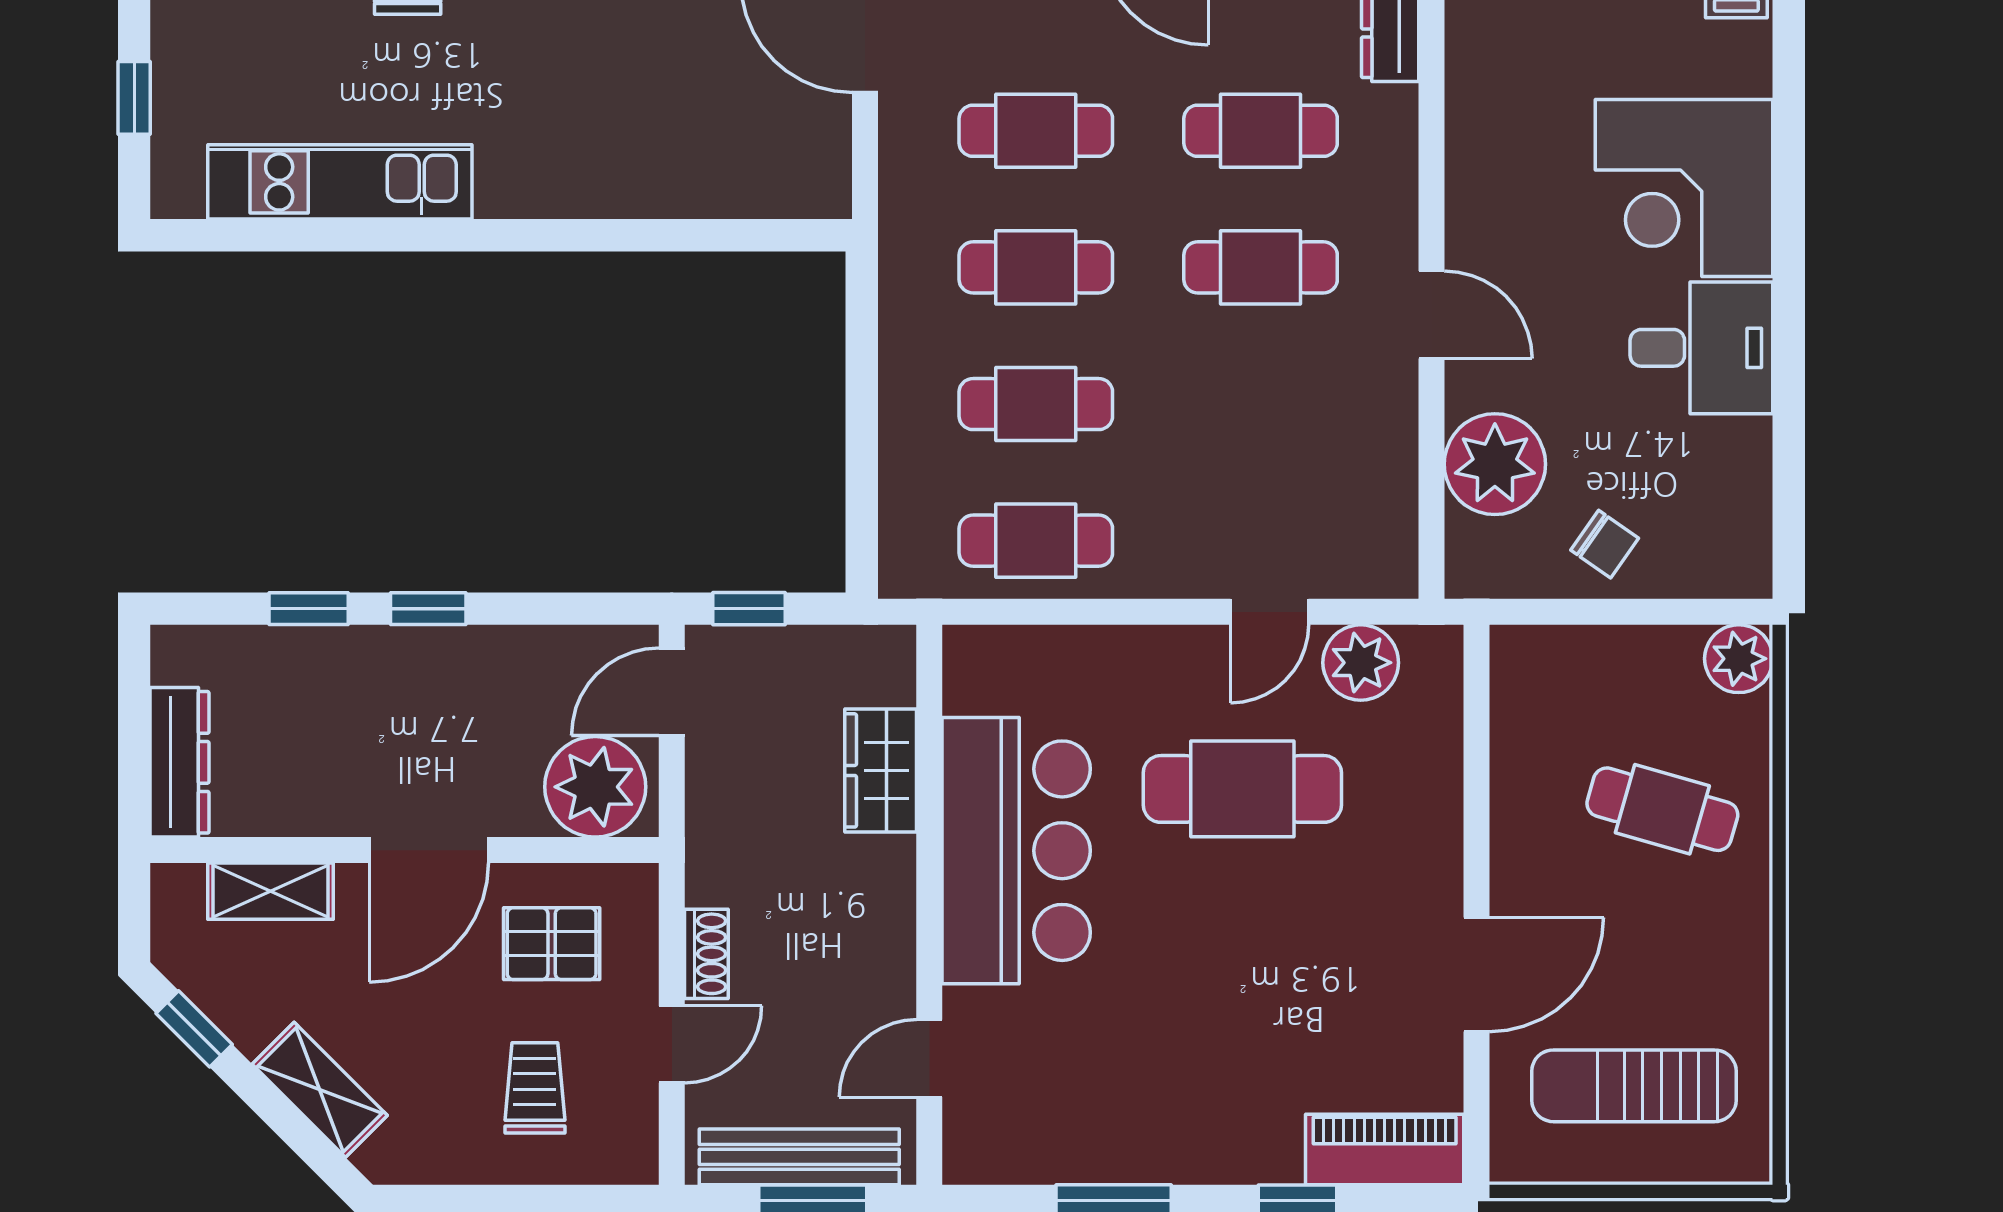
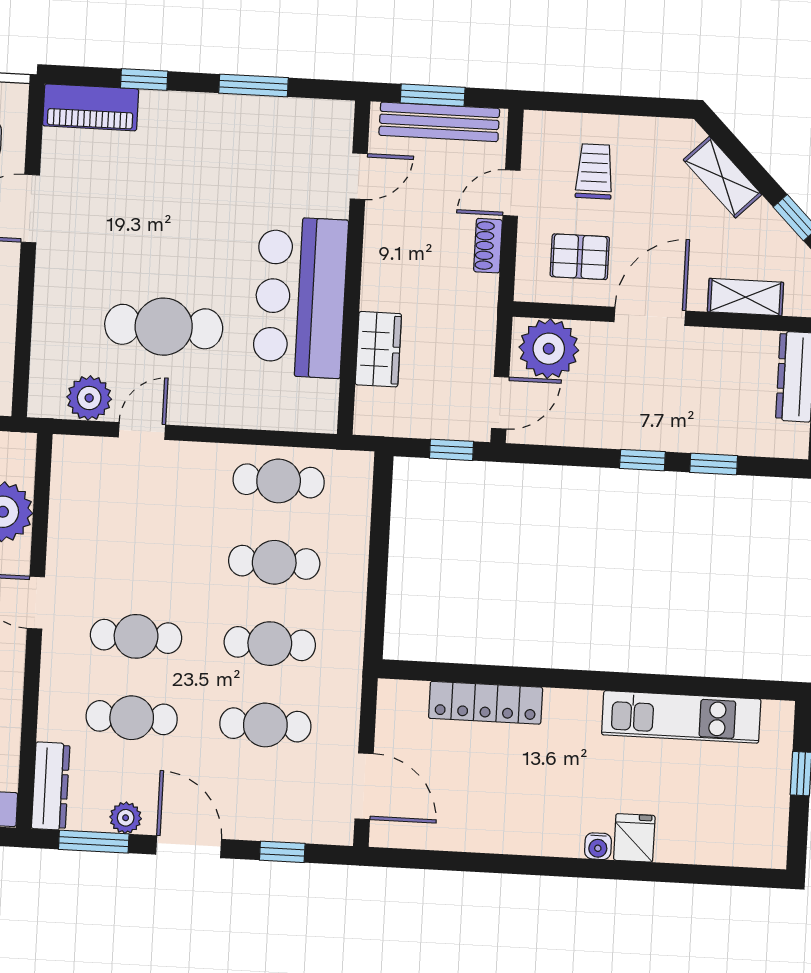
locker: (669, 188) -> (486, 703), added
trolley: (535, 1088) -> (594, 171), turned 180

